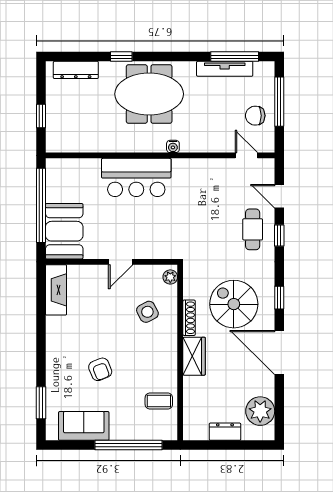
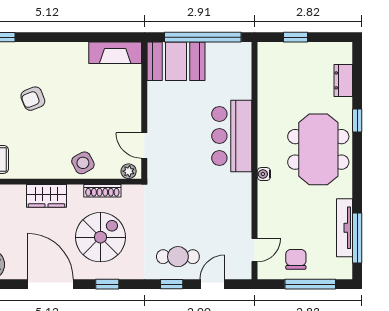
dresser: (76, 70) -> (343, 80), width x0.70
door: (121, 262) -> (144, 146), moved
side table: (147, 312) -> (83, 163), moved
shoe rack: (189, 318) -> (102, 191), moved
door: (279, 352) -> (50, 284), hinge flipped

